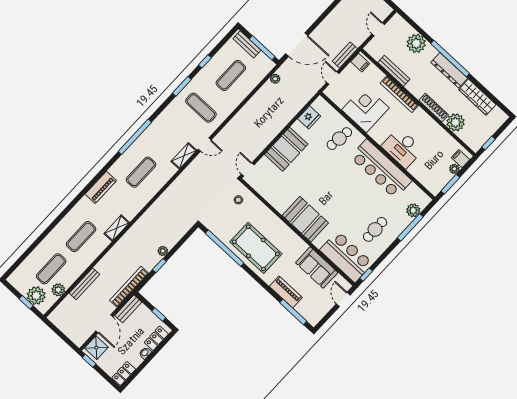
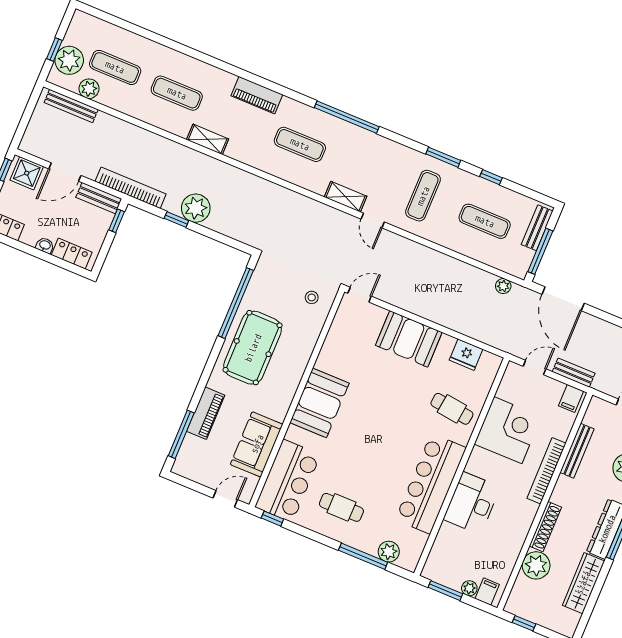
plant: (163, 251) -> (196, 208), width x1.87, depth x1.87
bench: (84, 284) -> (71, 106), moved
window: (159, 314) -> (117, 221), moved

